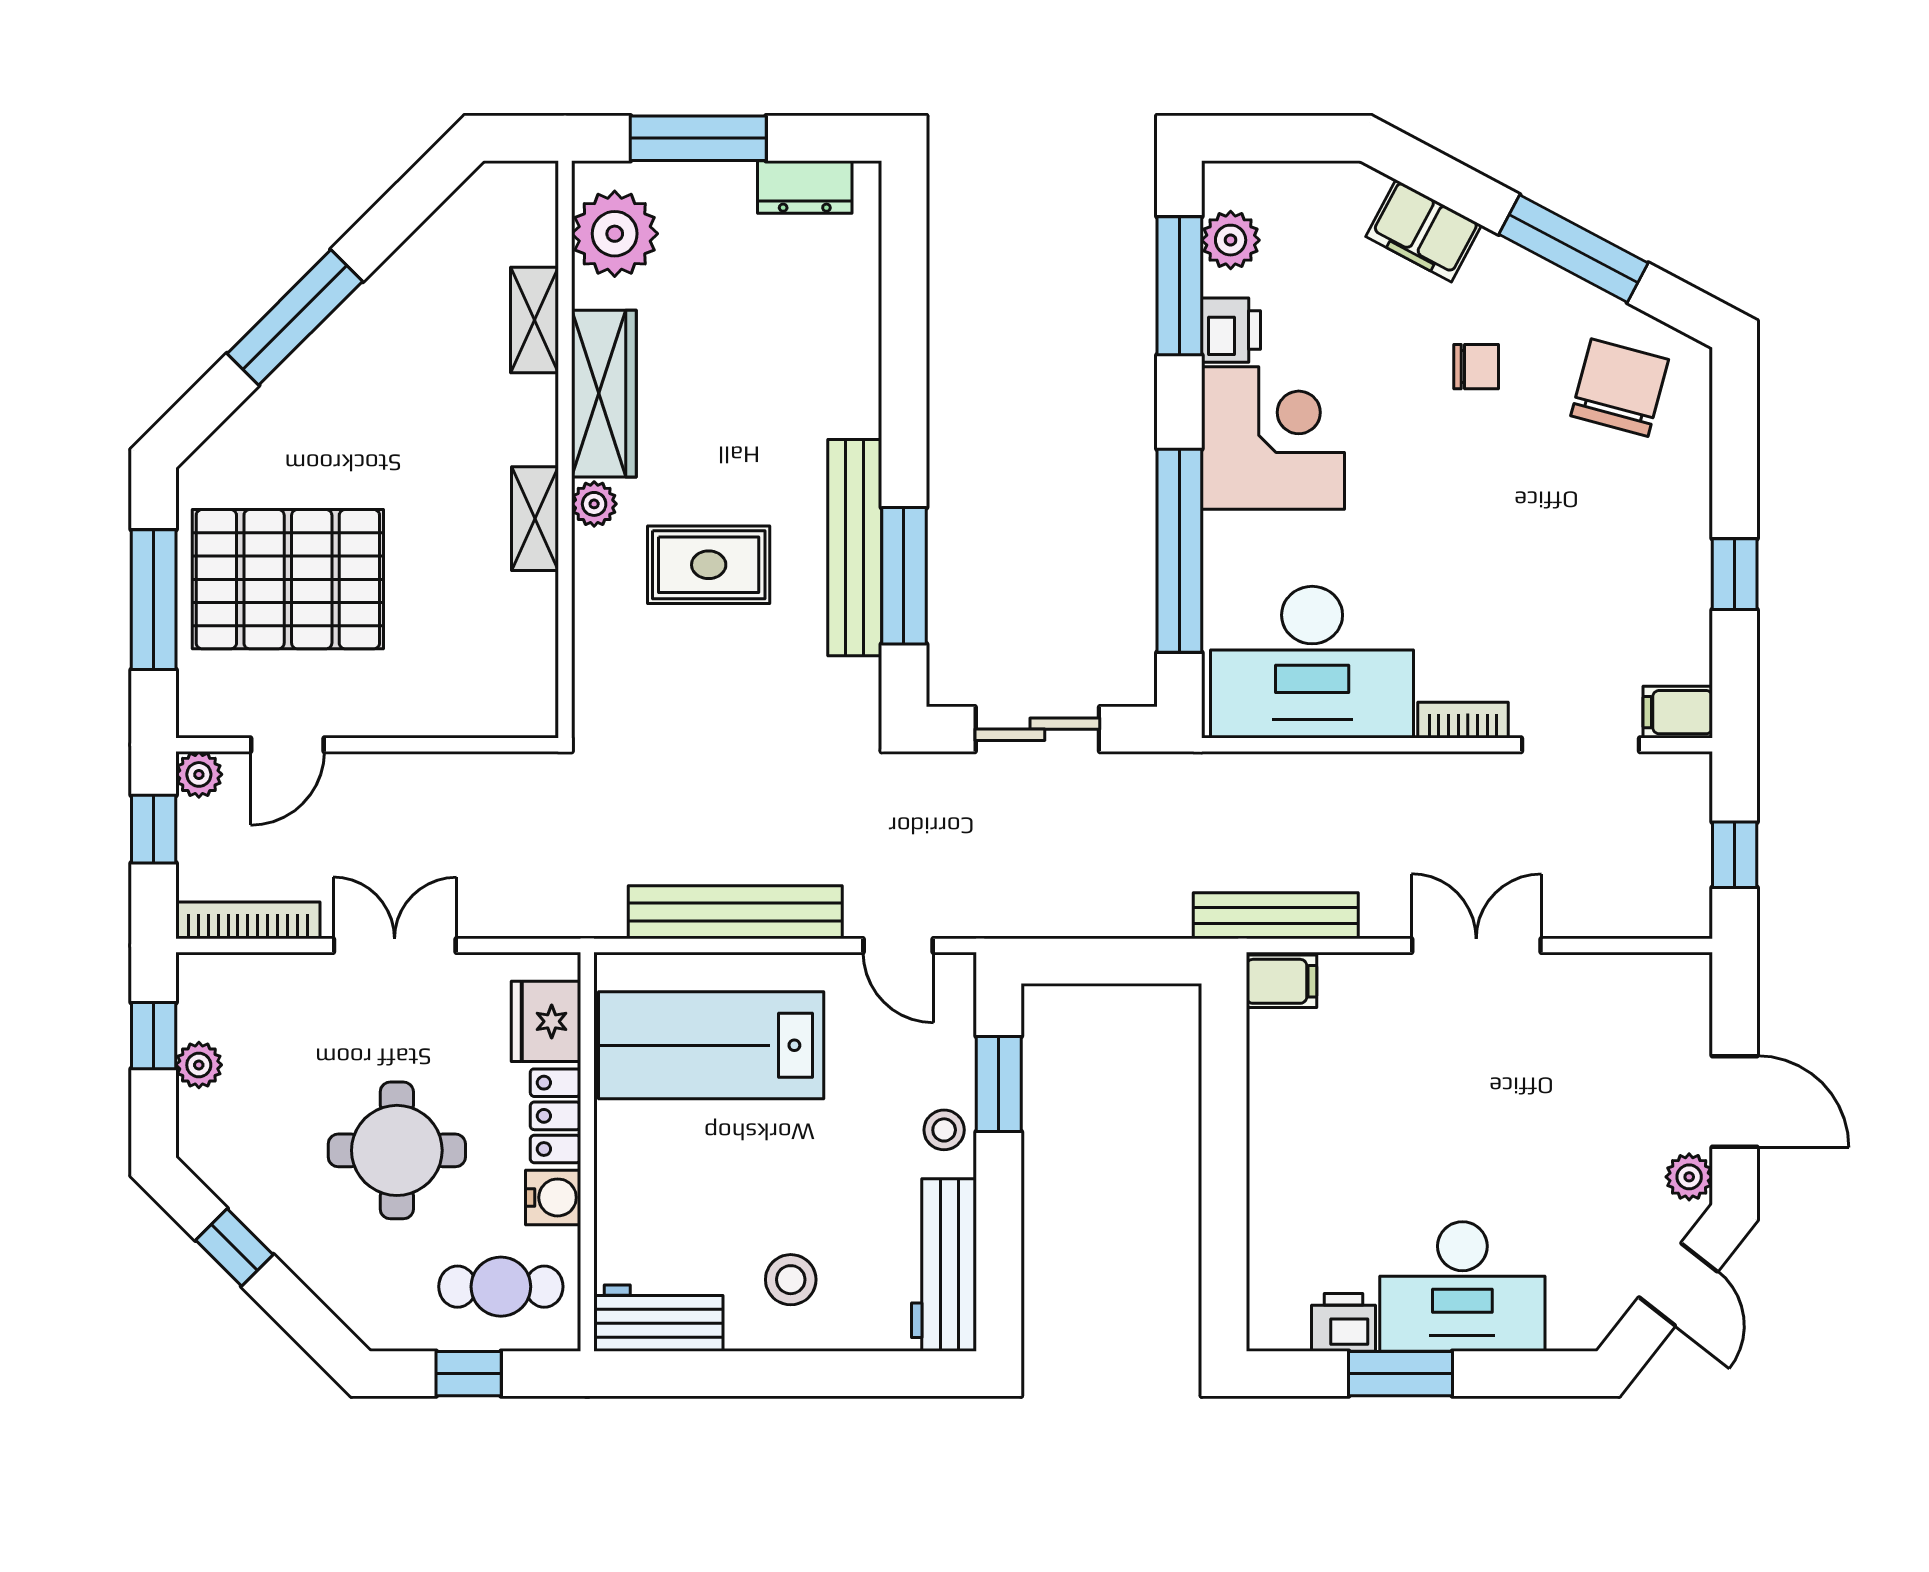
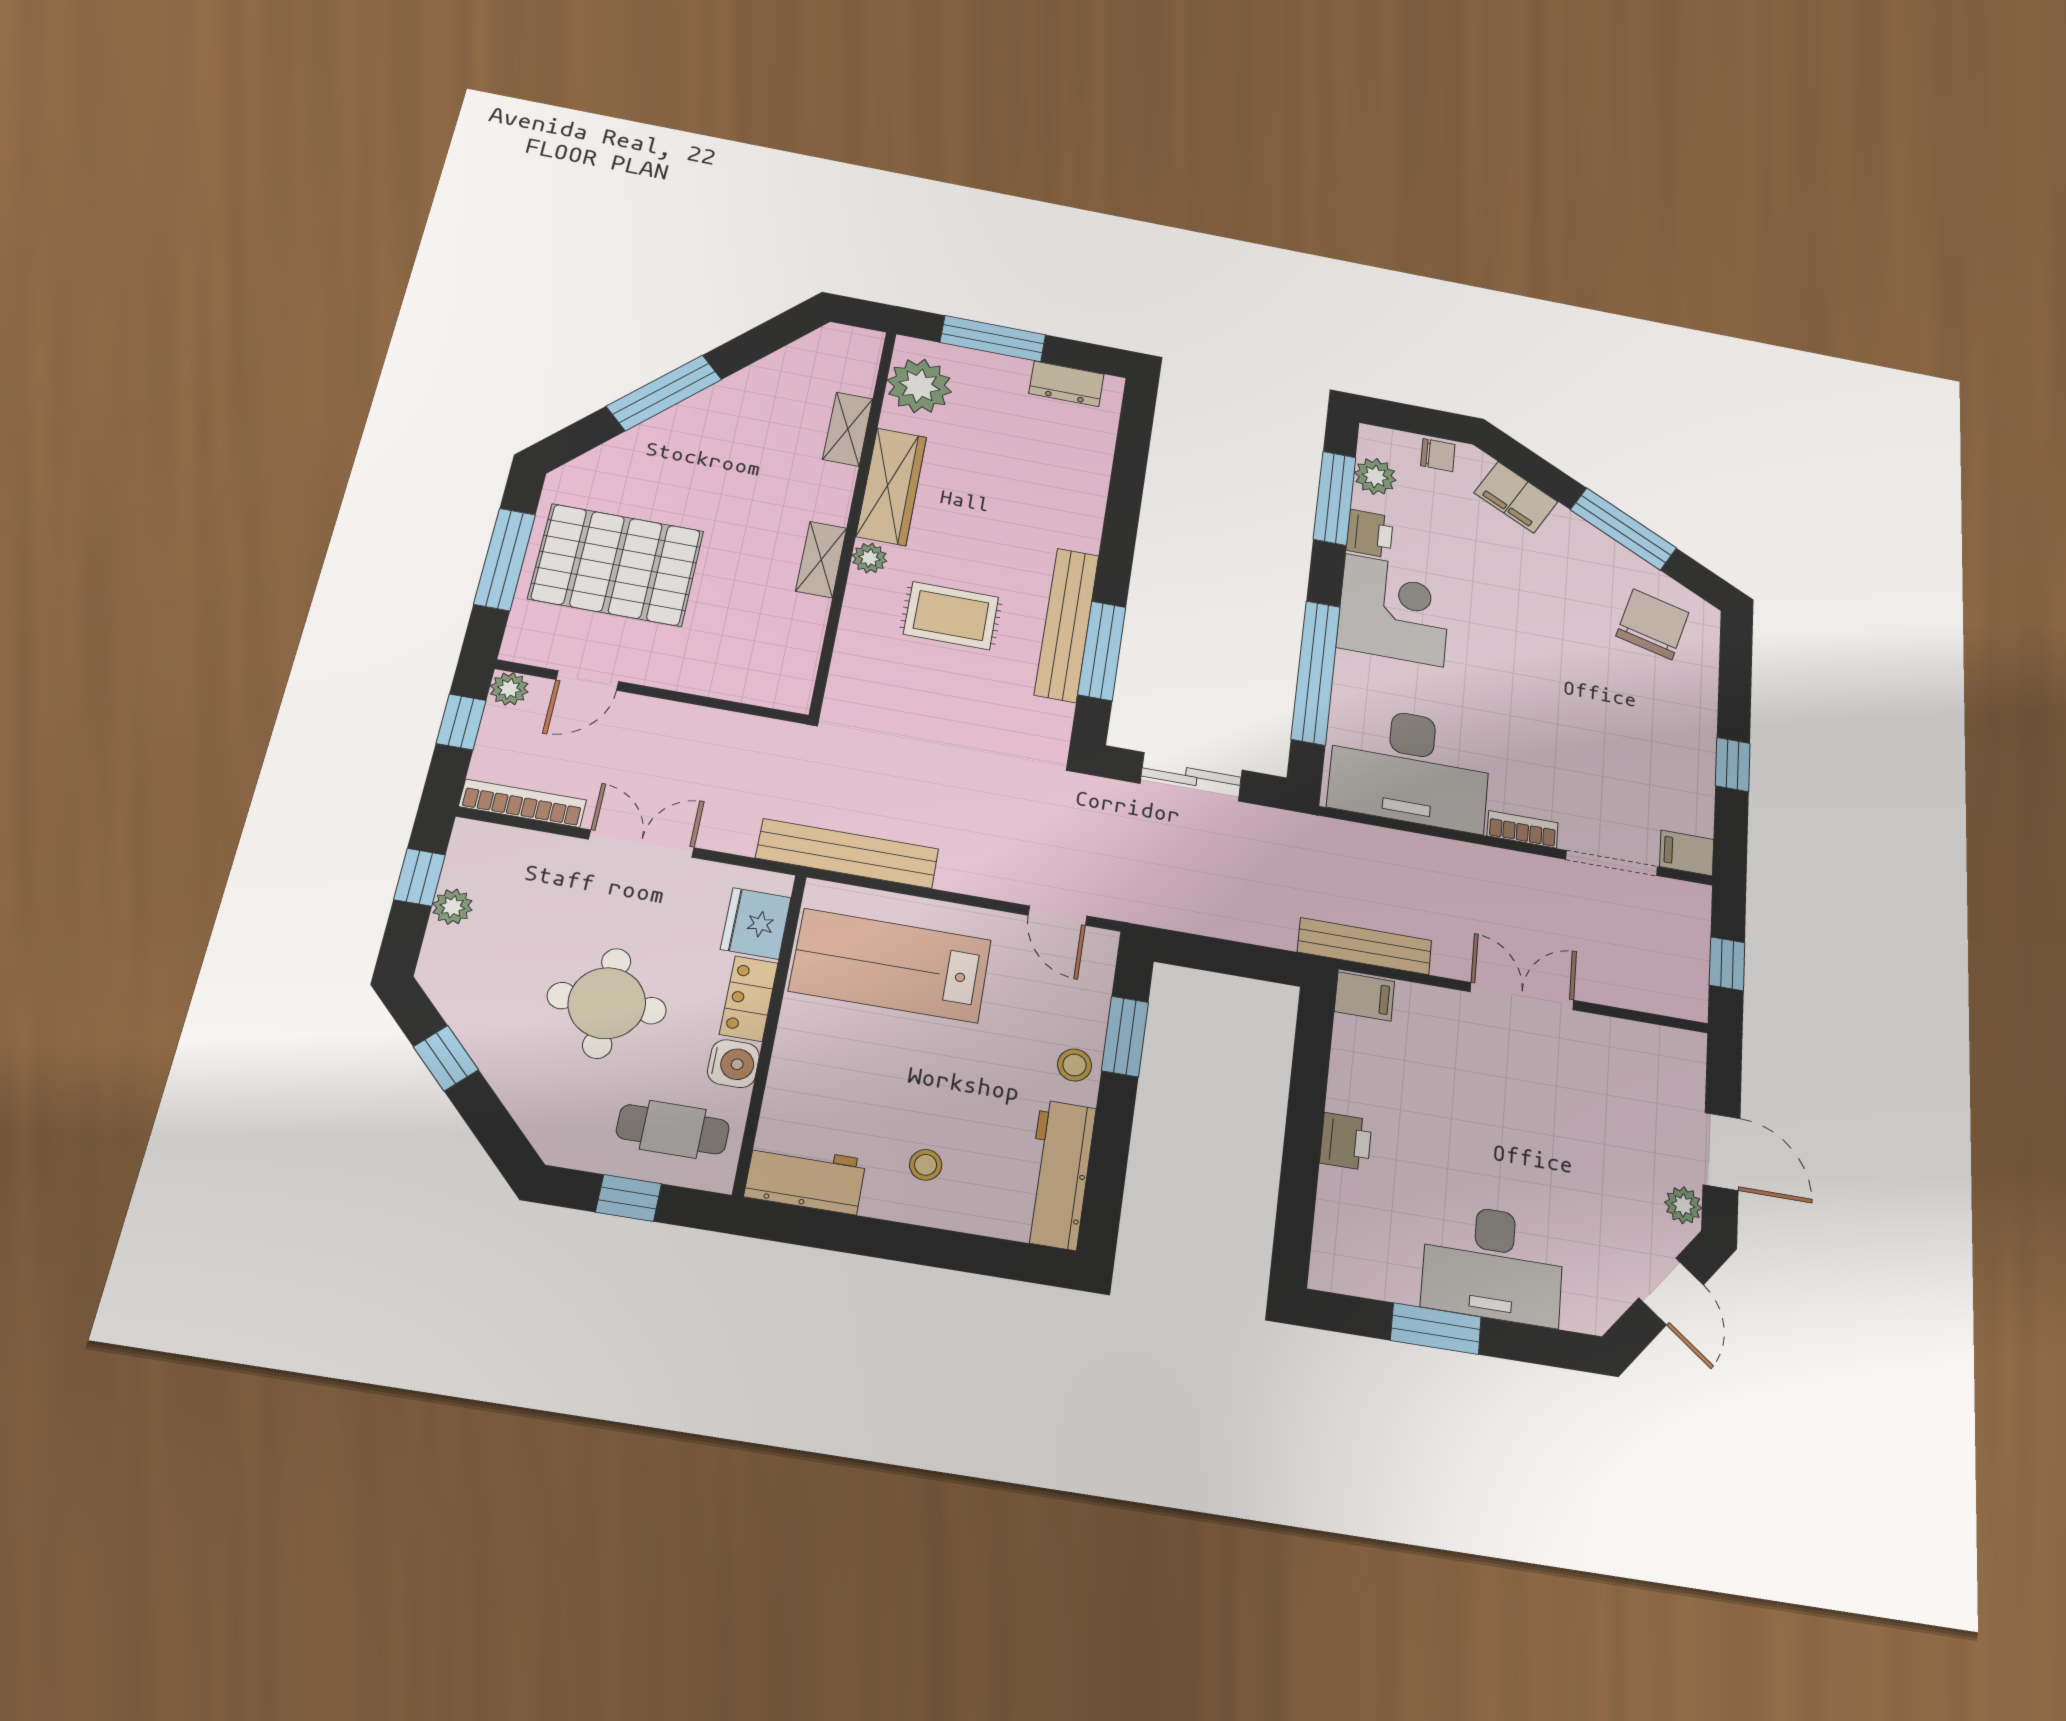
chair: (1476, 367) -> (1438, 455), moved
bench: (735, 912) -> (847, 853), moved
stool: (791, 1280) -> (926, 1165), width x0.73, depth x0.73
printer: (1344, 1322) -> (1346, 1141), moved, turned 90

